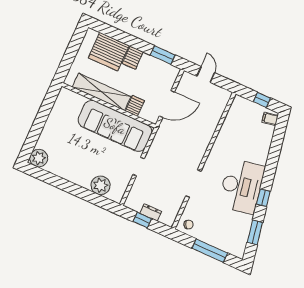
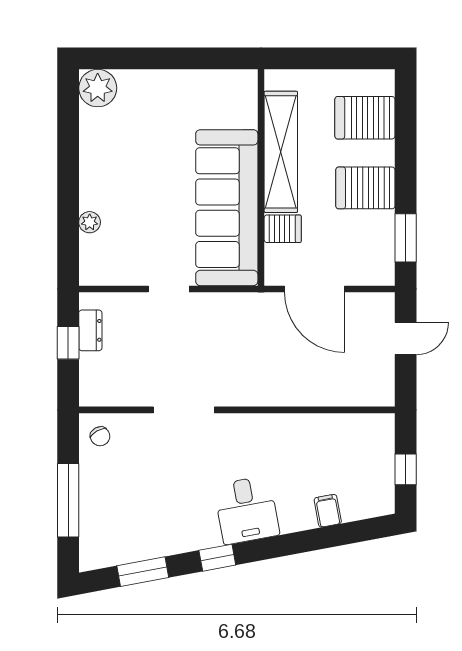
server rack: (109, 52) -> (365, 118), width x0.62
server rack: (133, 58) -> (365, 188), width x1.36, depth x1.44
filing cabinet: (270, 119) -> (328, 511), moved
plant: (101, 185) -> (90, 222), width x0.53, depth x0.53
desk: (242, 186) -> (247, 510), width x0.53, depth x0.77
dresser: (151, 212) -> (90, 330), moved

